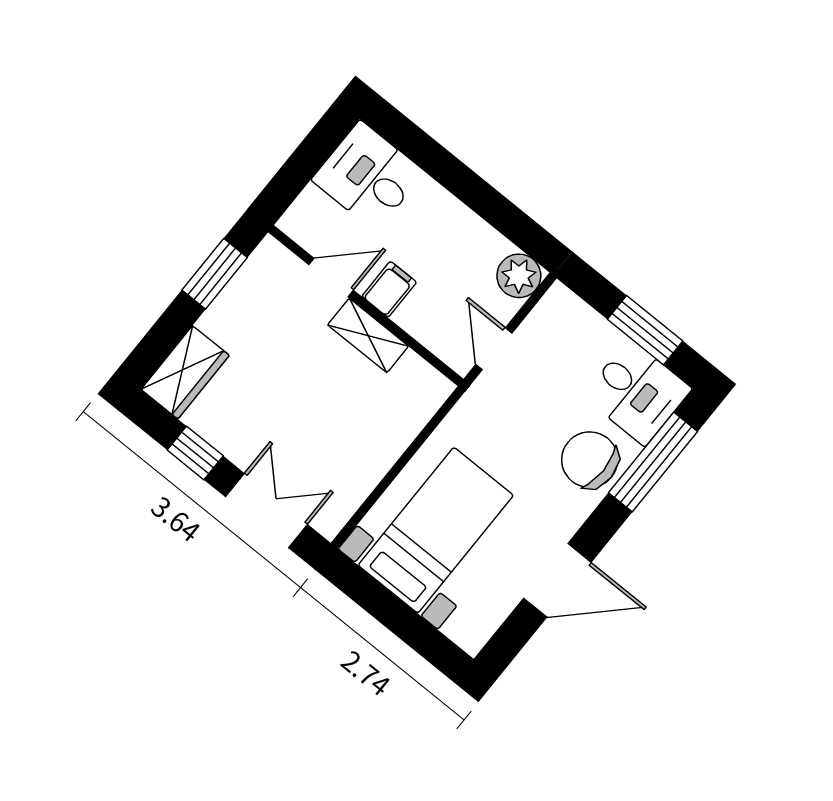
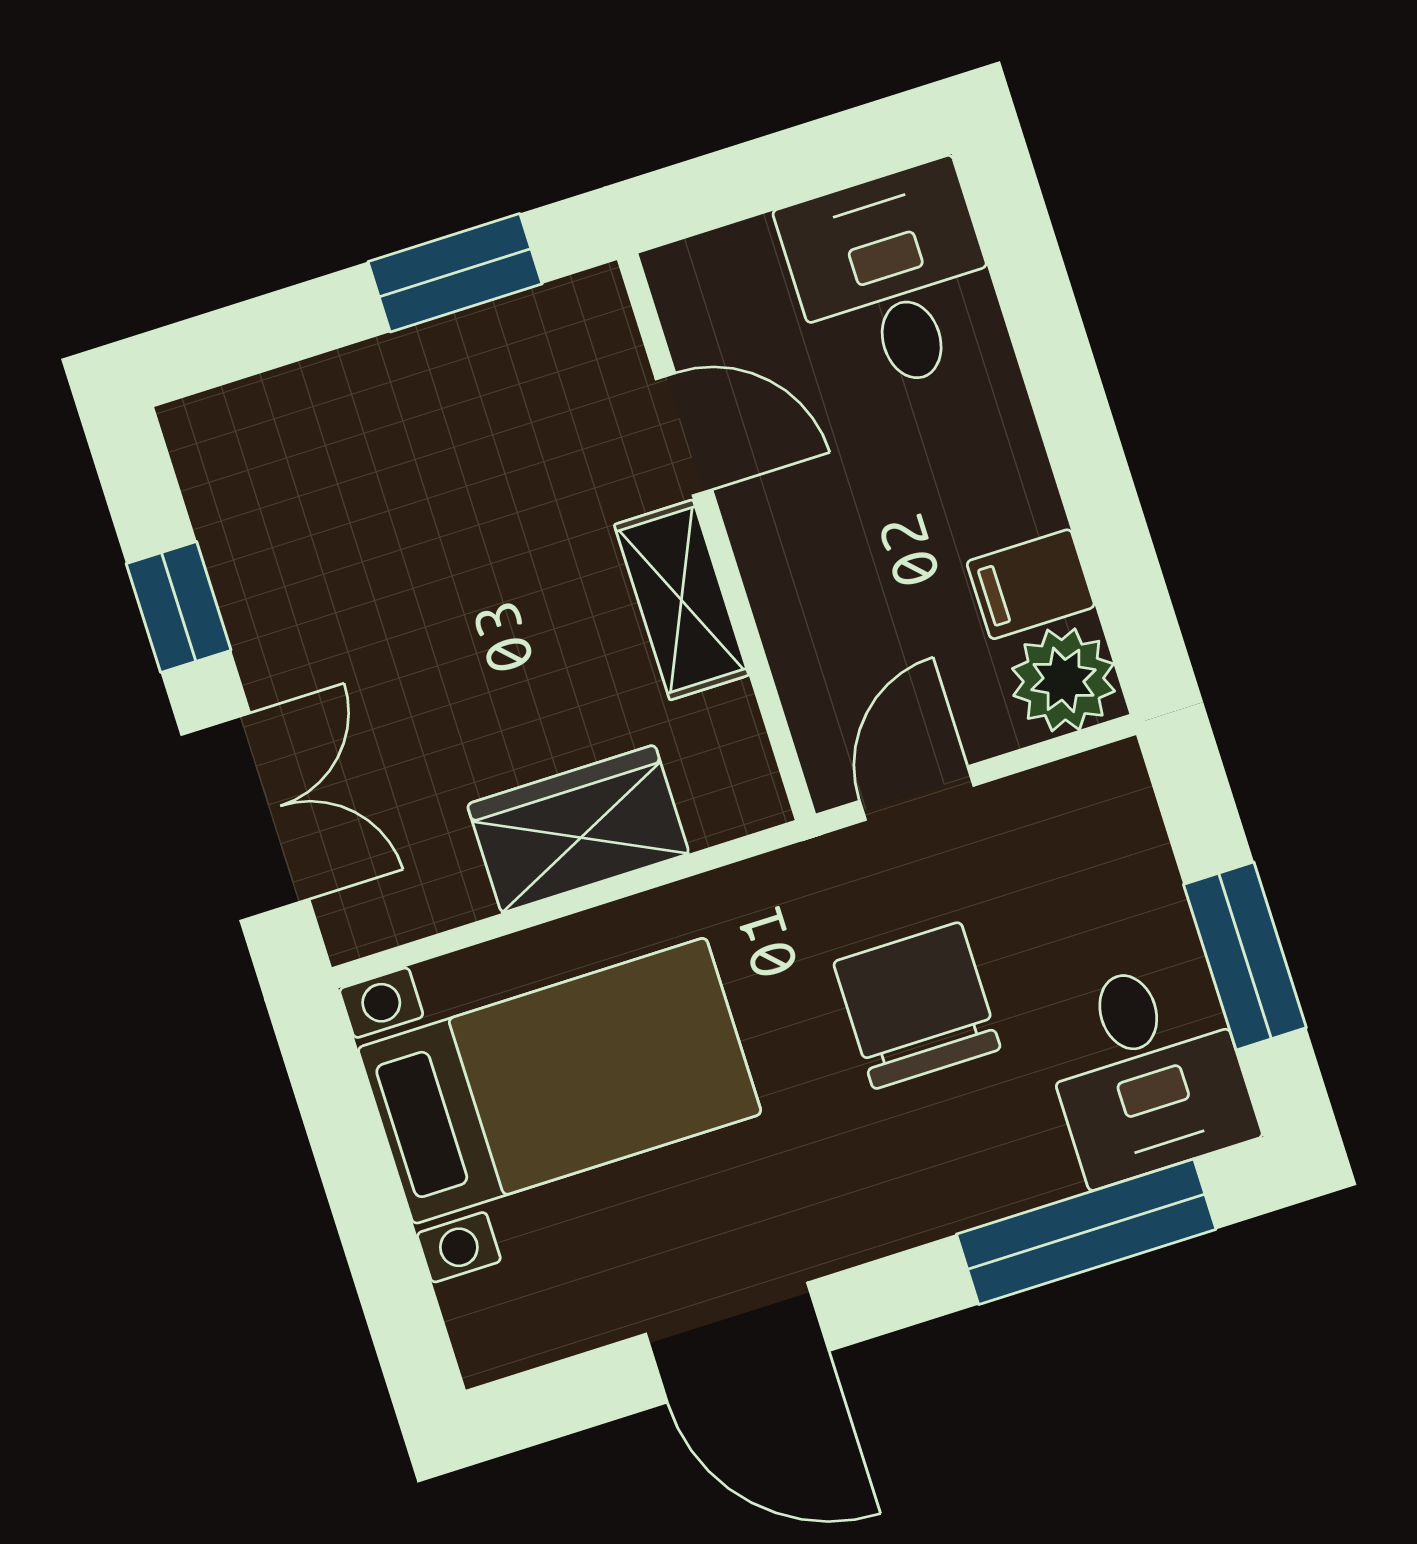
filing cabinet: (389, 289) -> (1031, 584), moved, turned 180
wardrobe: (185, 372) -> (578, 829), moved, turned 180
chair: (590, 460) -> (917, 1006), moved

